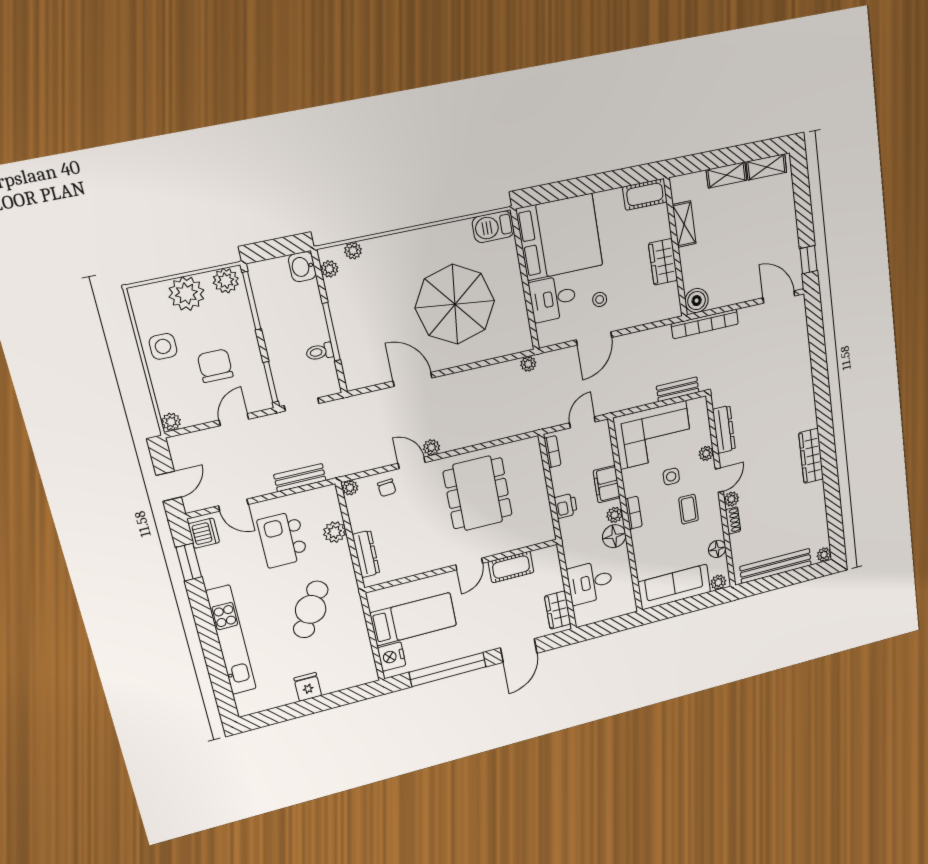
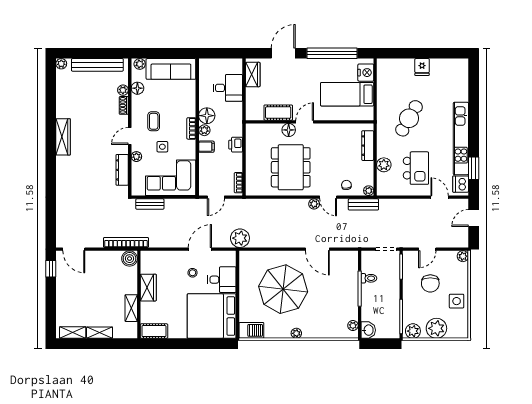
plant: (353, 251) -> (296, 333), moved
plant: (528, 364) -> (240, 238), width x1.88, depth x1.88
bench: (300, 478) -> (363, 204), moved
filing cabinet: (607, 484) -> (206, 147), width x0.50
plant: (731, 499) -> (123, 90), moved
floor lamp: (491, 546) -> (289, 130), added
kitchen unit: (231, 640) -> (461, 138), moved

